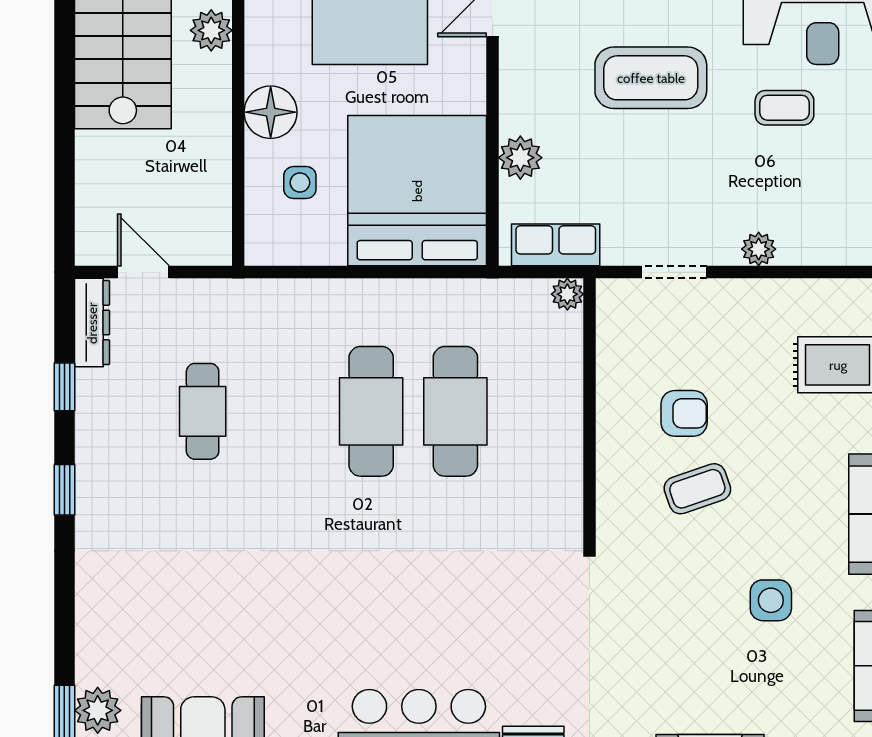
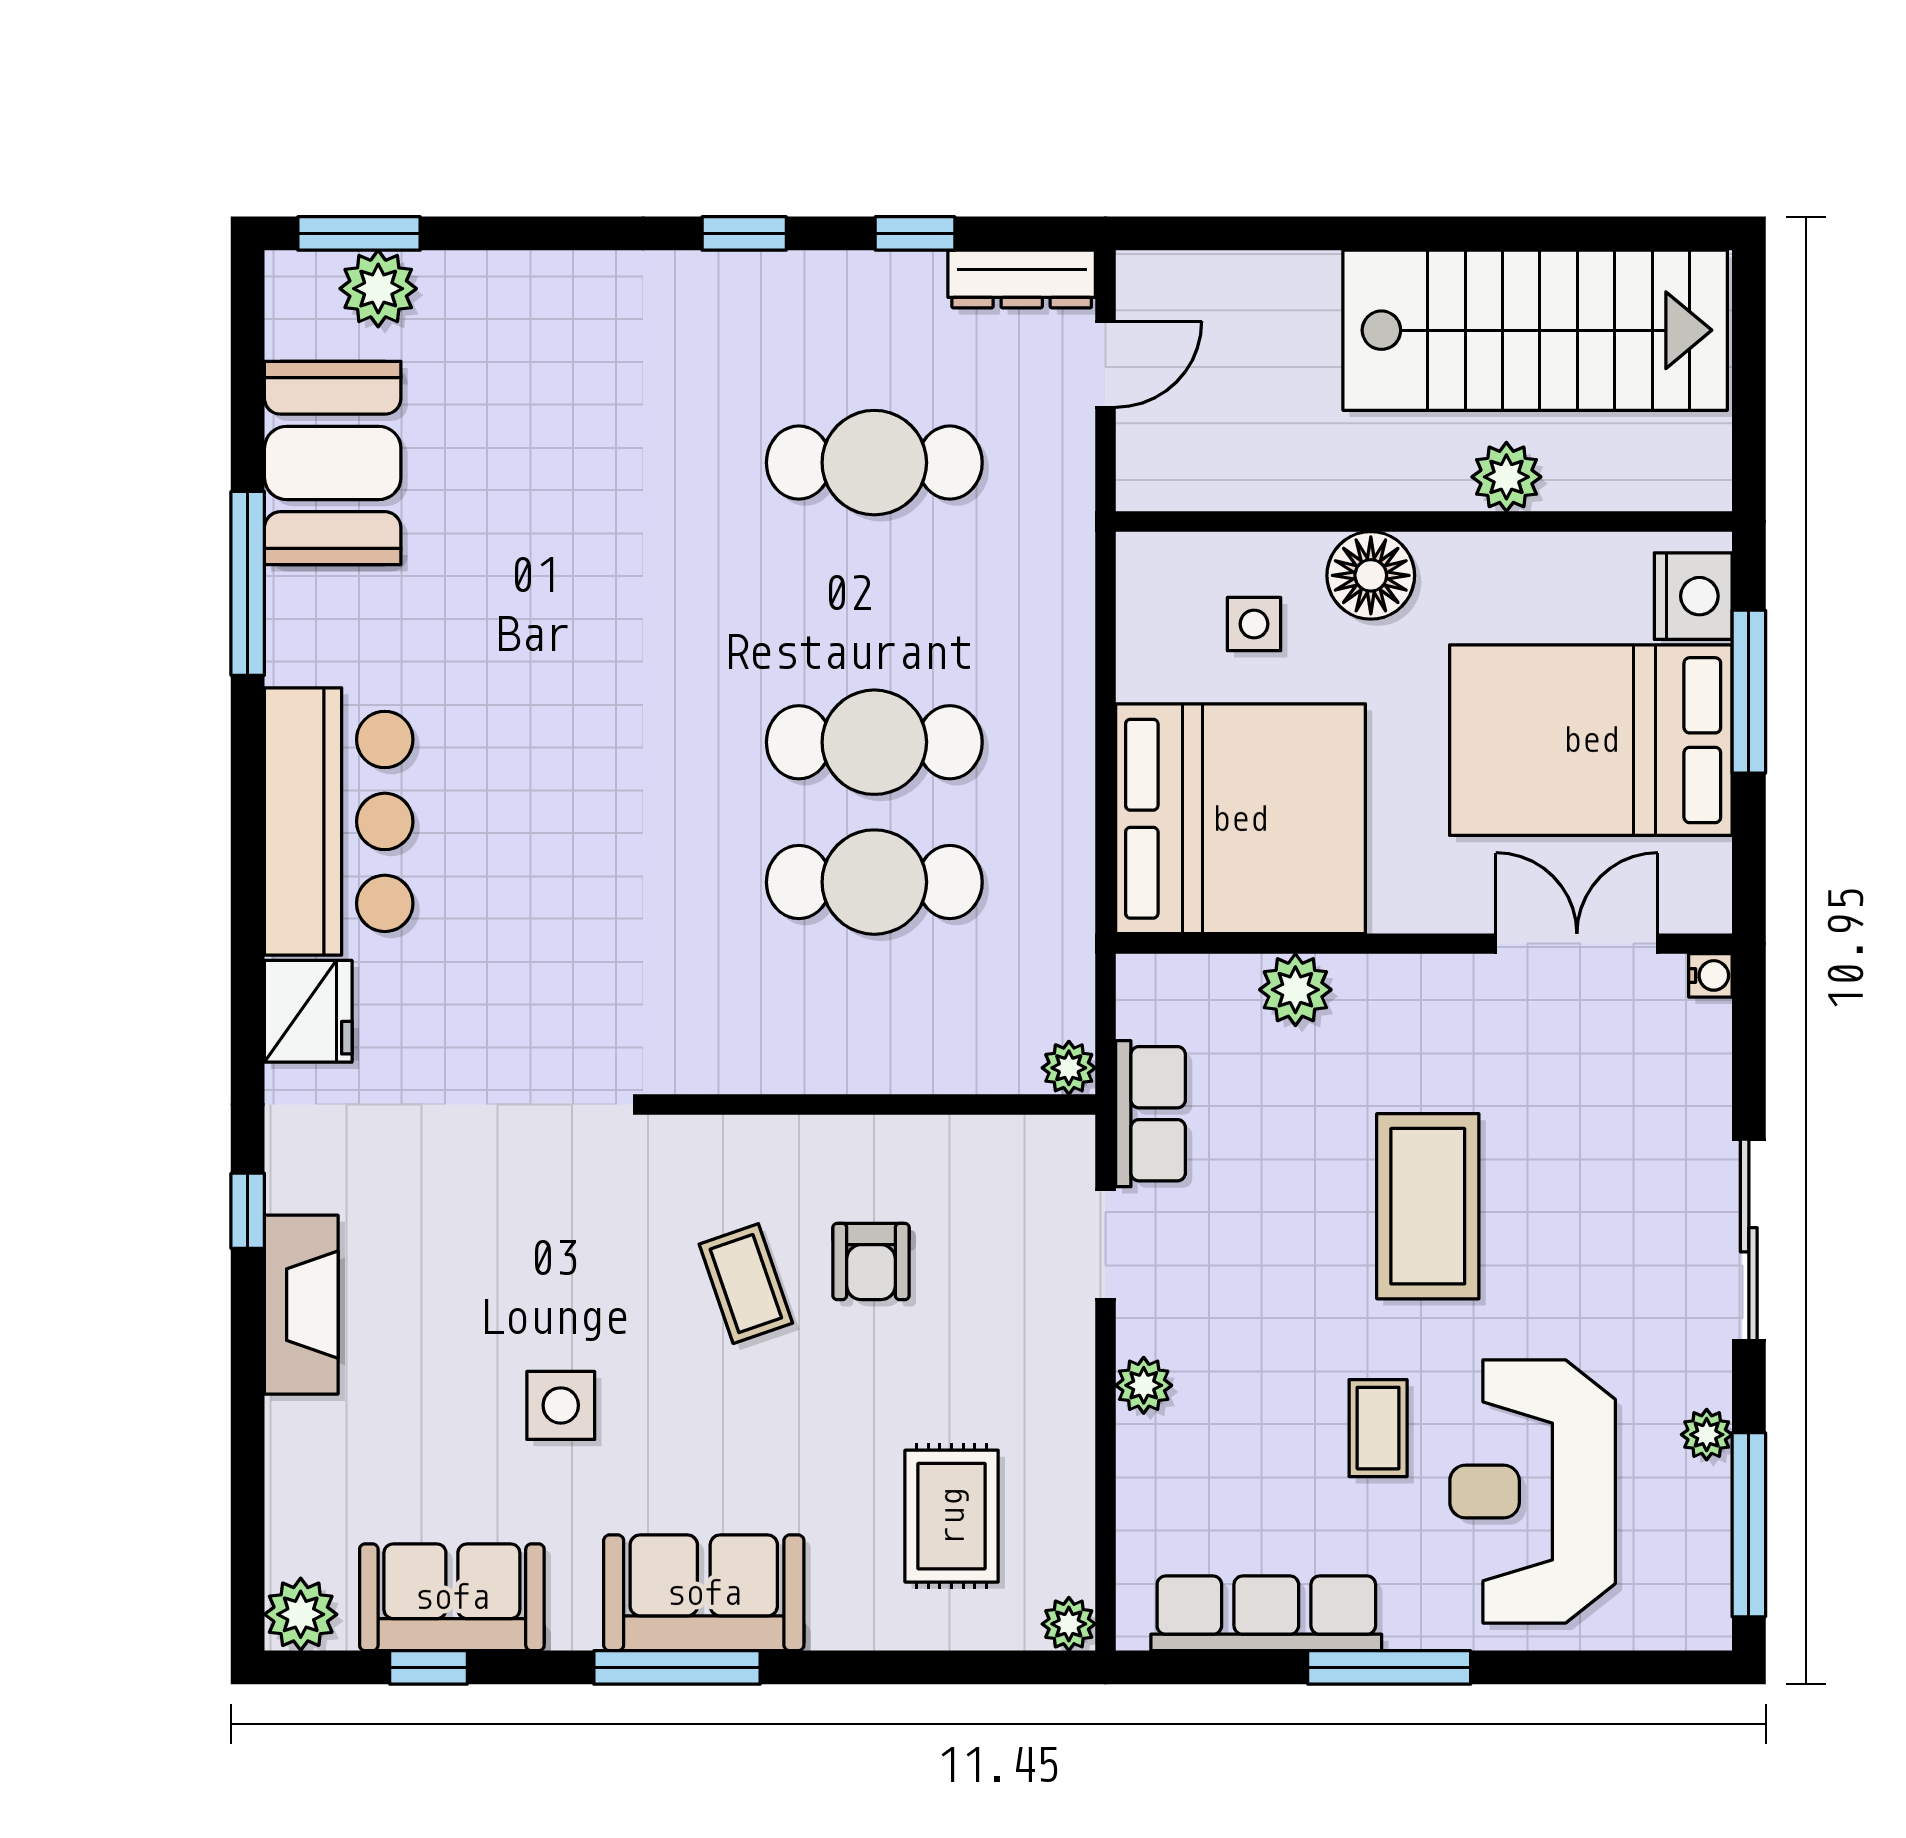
row of seats: (556, 245) -> (1150, 1114), moved
cafe table: (203, 411) -> (874, 463), width x1.37, depth x1.35

